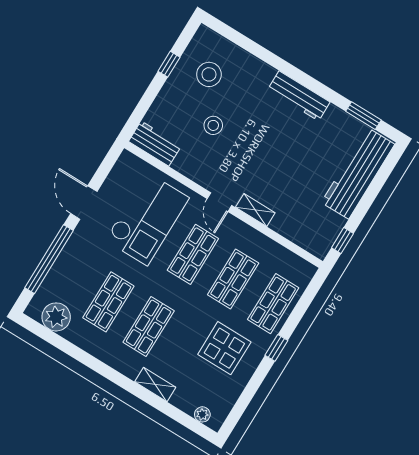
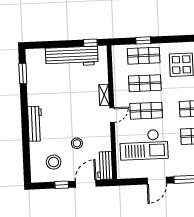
workbench: (299, 96) -> (35, 124), moved
door: (148, 99) -> (86, 184), added
workbench: (358, 173) -> (72, 56), moved
checkout: (147, 219) -> (144, 145), turned 180
window: (276, 348) -> (143, 40), moved

